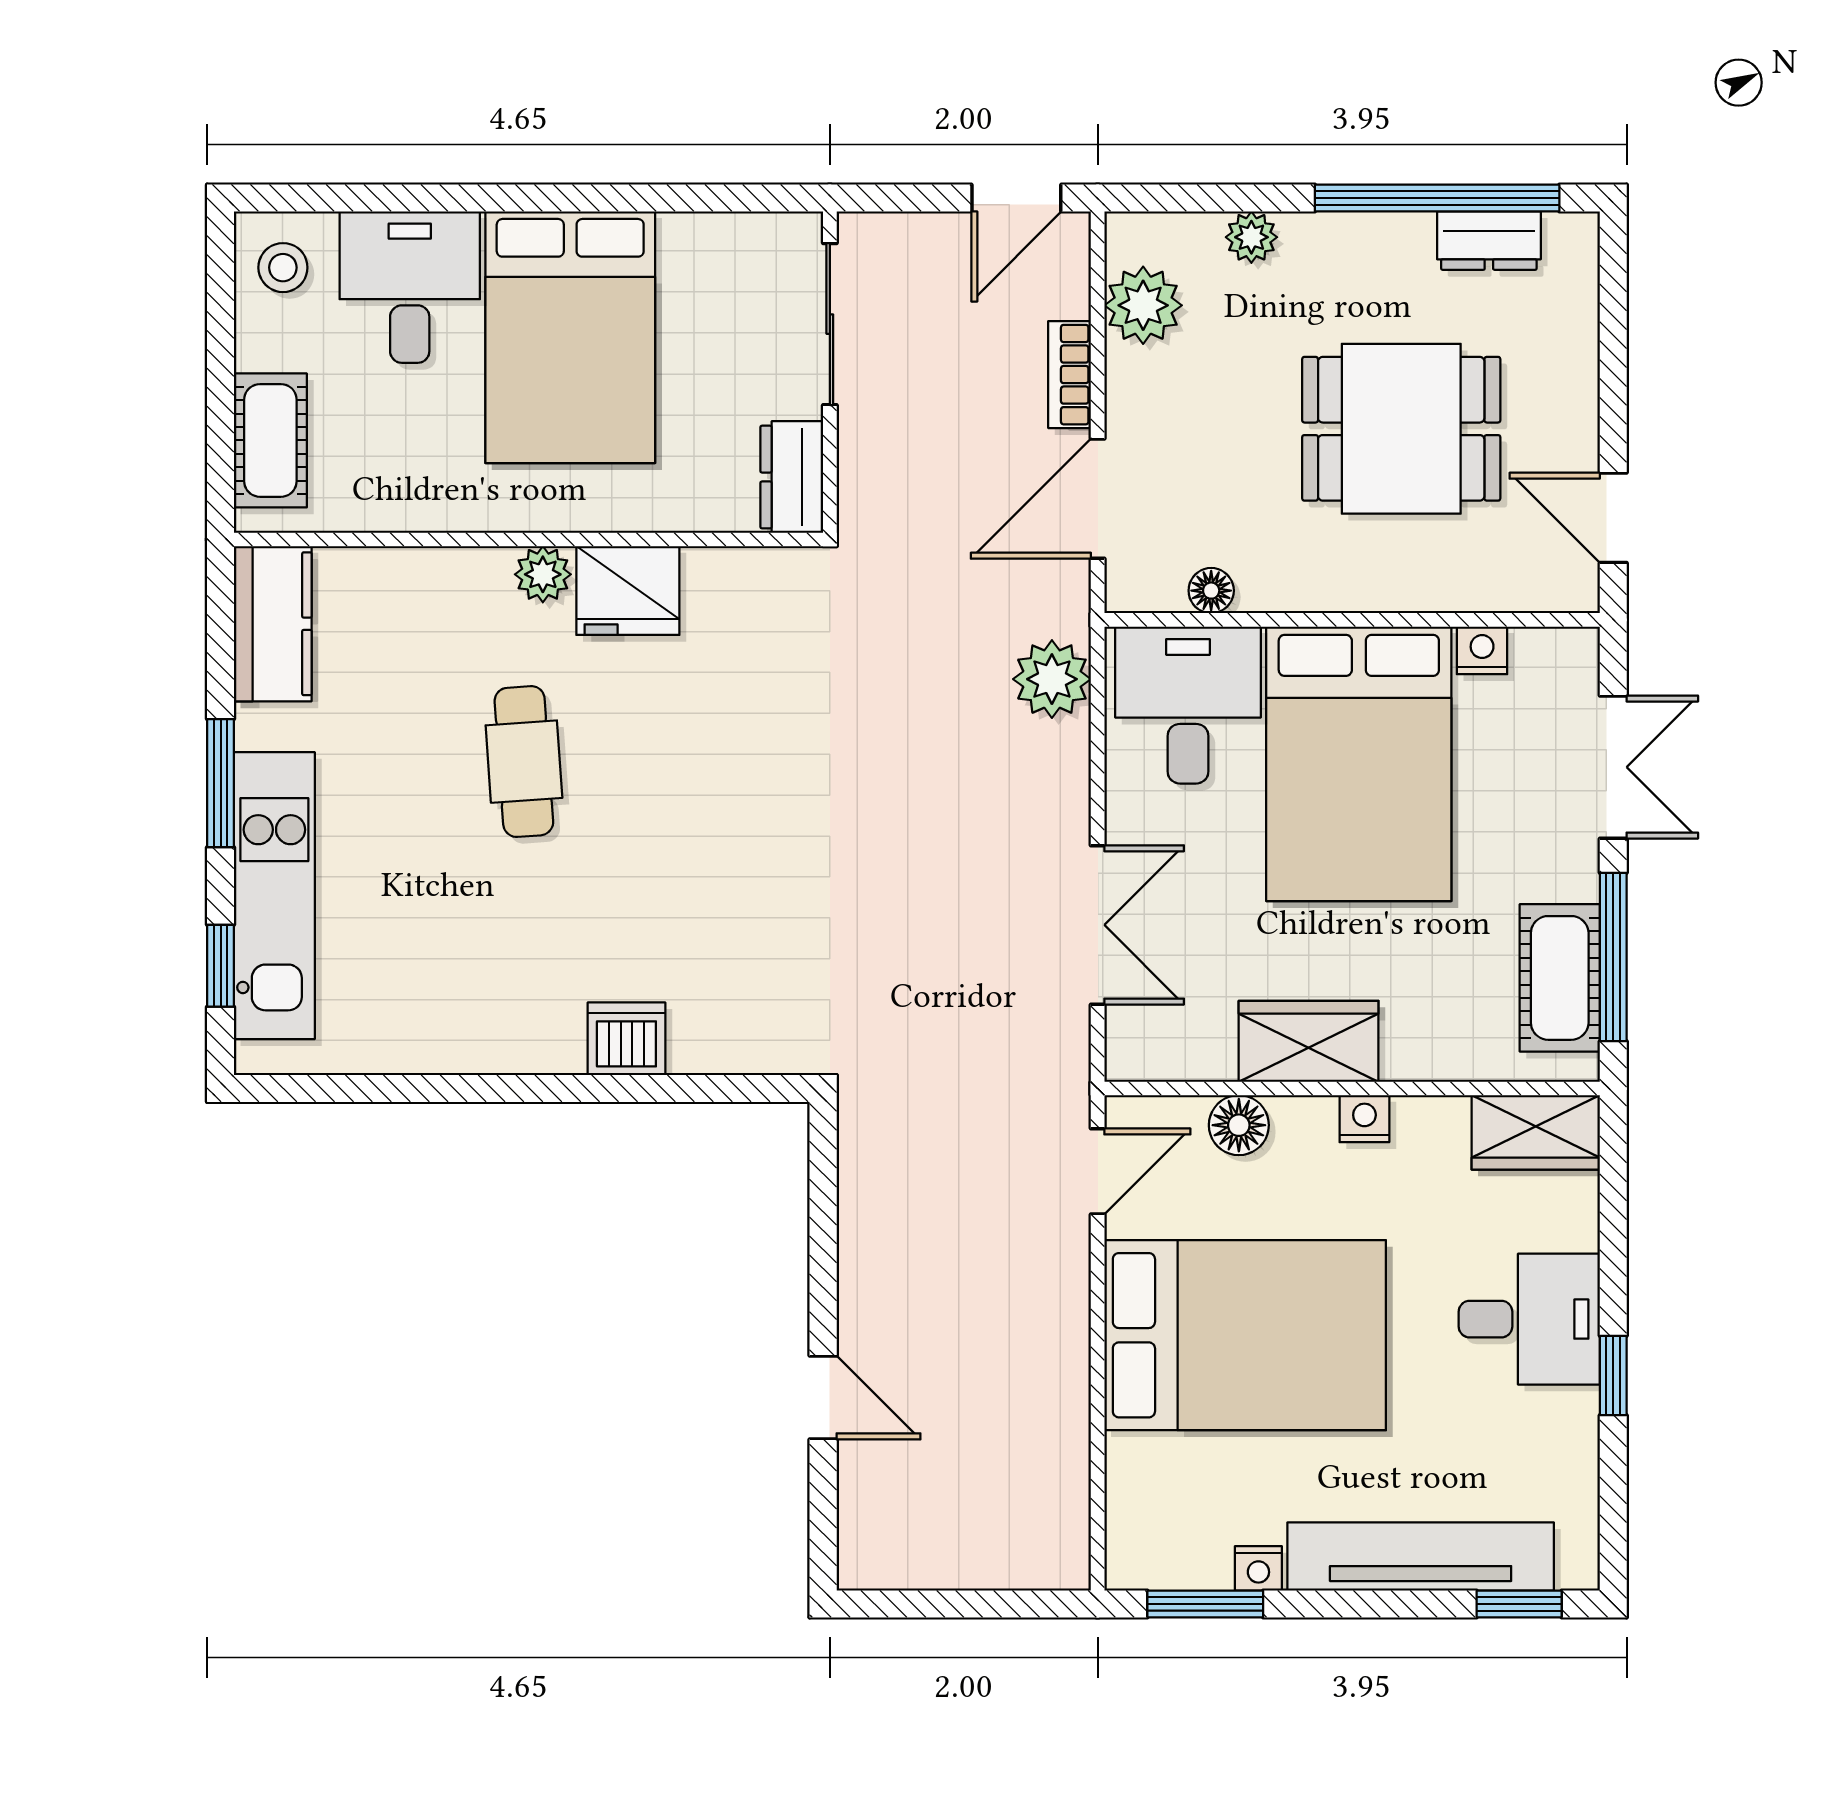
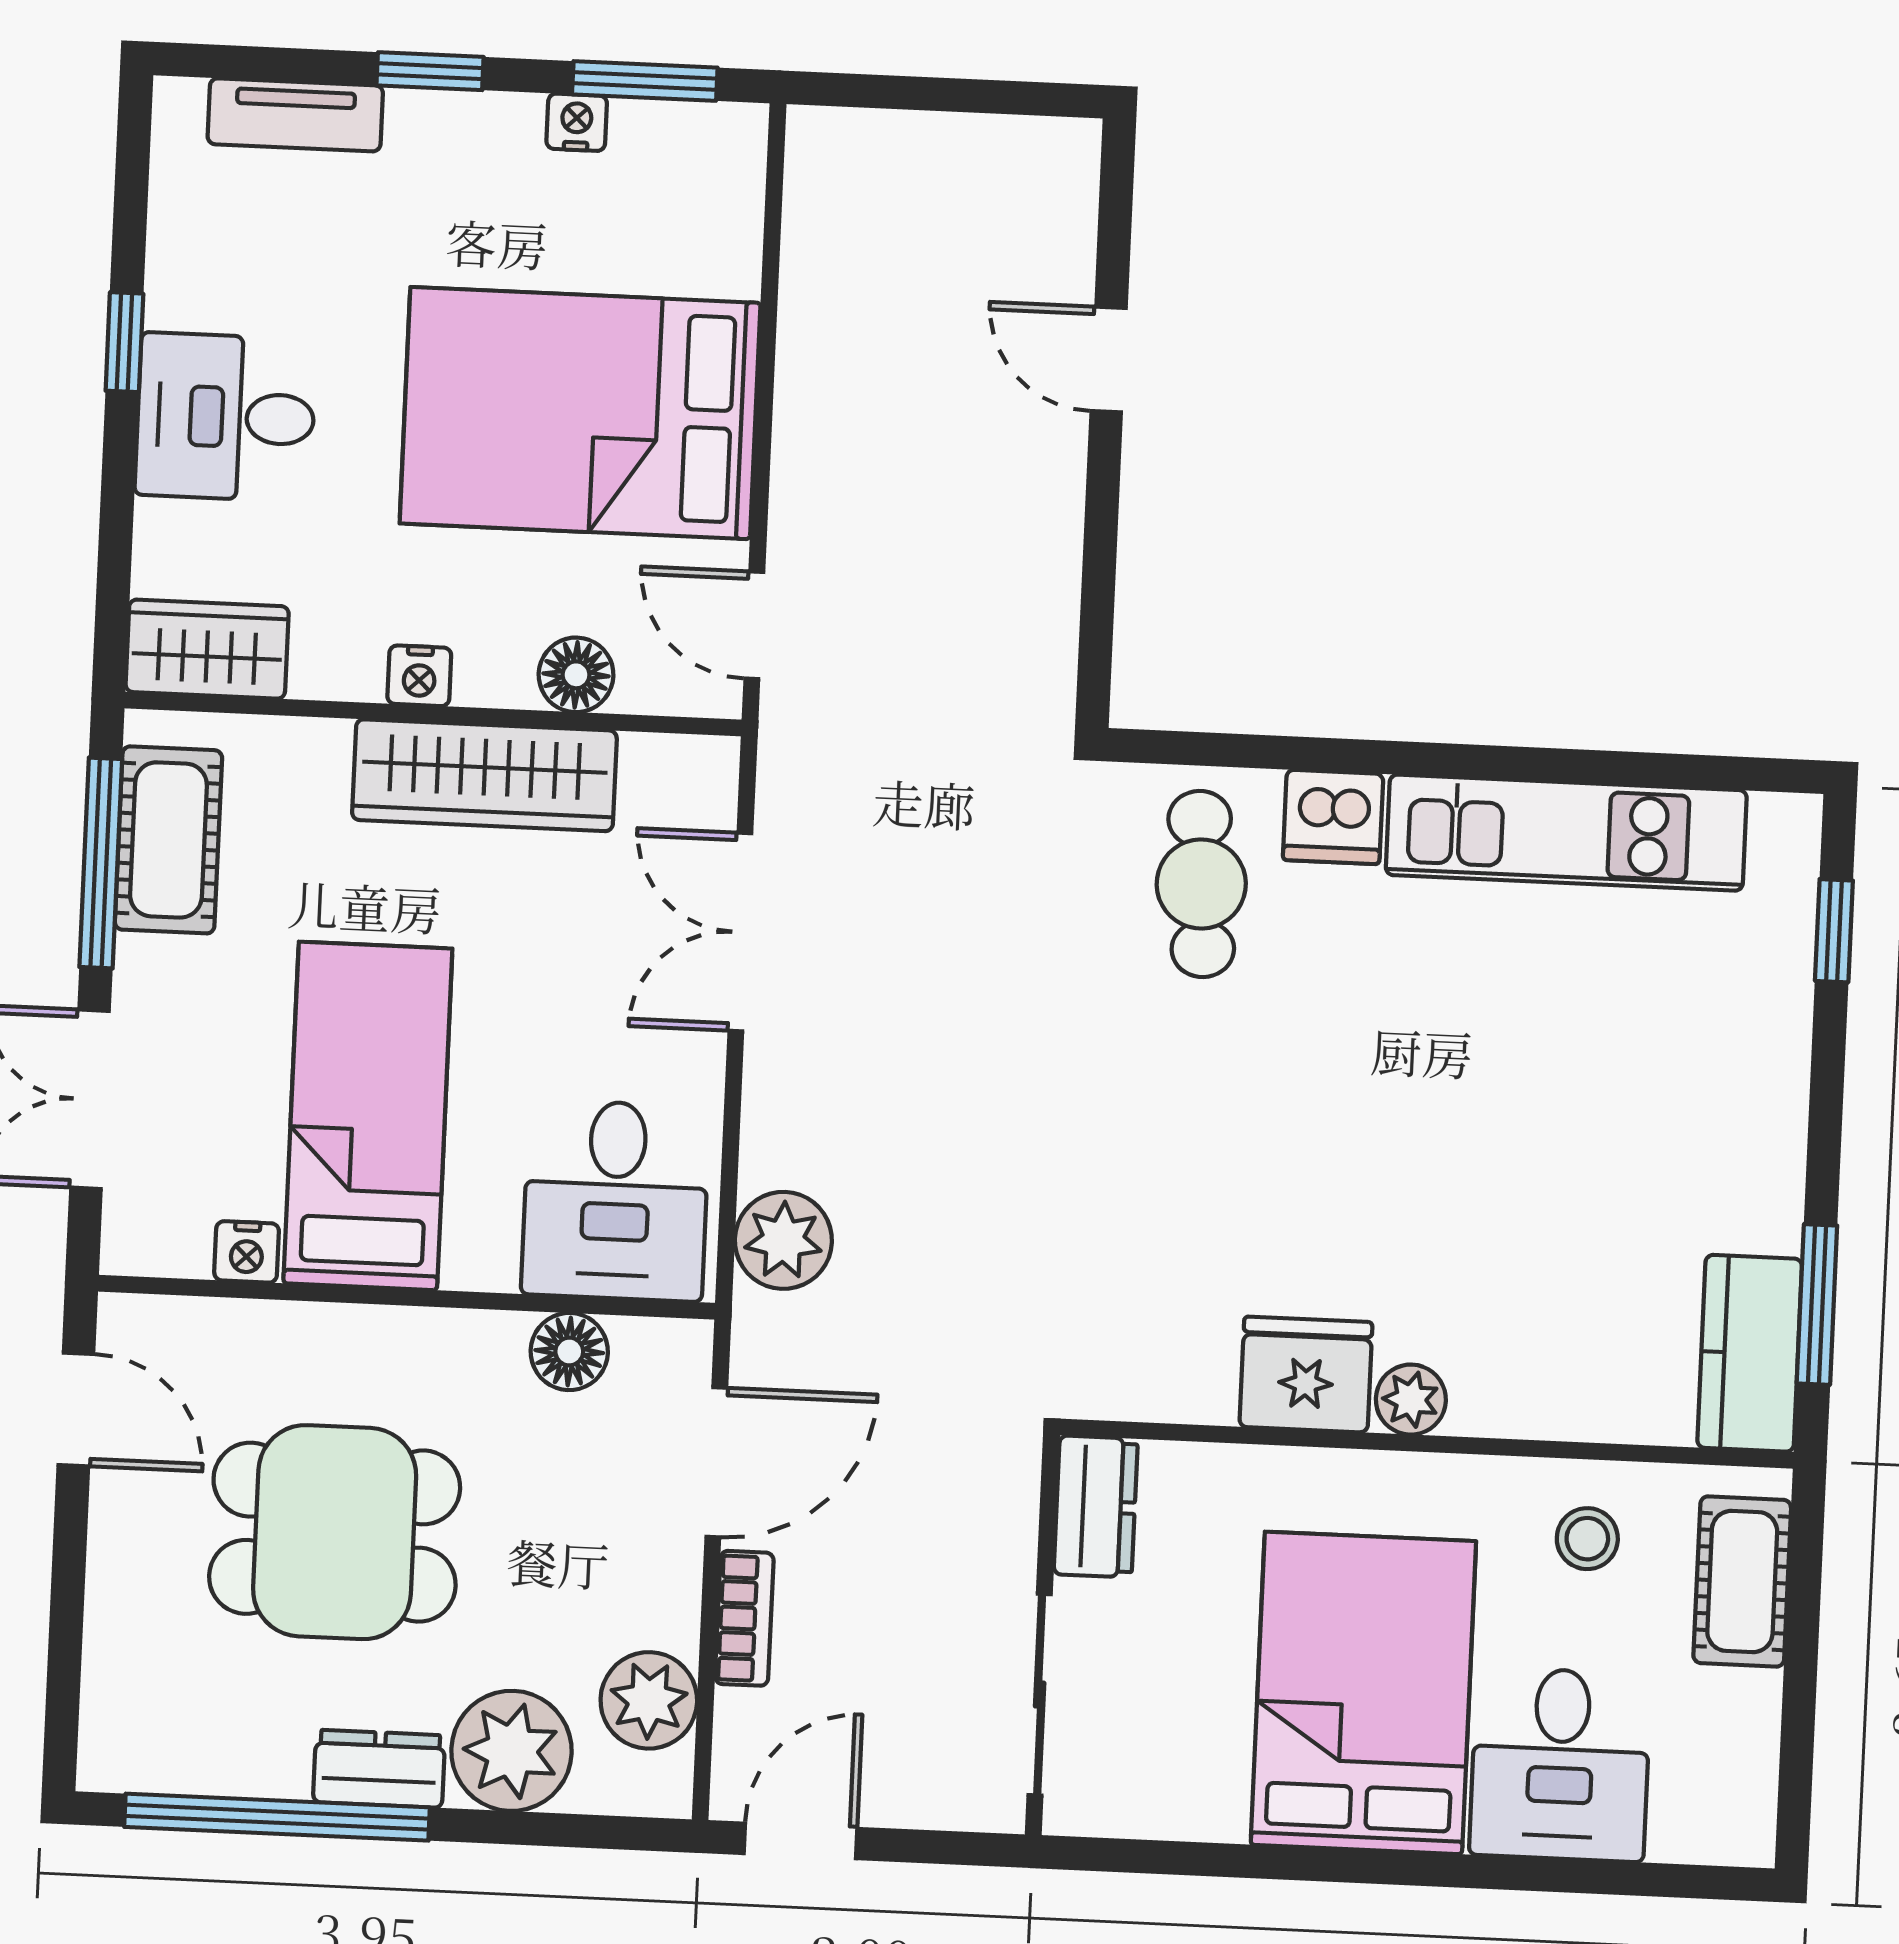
plant: (1251, 237) -> (511, 1751), width x1.88, depth x1.88
dresser: (1489, 241) -> (379, 1769), moved
stool: (283, 268) -> (1587, 1539), moved
floor lamp: (1211, 591) -> (569, 1352), width x1.37, depth x1.37
cafe table: (524, 762) -> (1201, 884), moved
bed: (1359, 764) -> (368, 1116), width x0.67
window: (221, 783) -> (1817, 1304), moved
kitchen unit: (274, 896) -> (1566, 833), moved, turned -90
wardrobe: (1309, 1041) -> (484, 775), width x1.50
door: (1098, 1171) -> (754, 625), hinge flipped
tv unit: (1421, 1557) -> (295, 115), width x0.52, depth x0.78
window: (1519, 1604) -> (430, 71), moved

